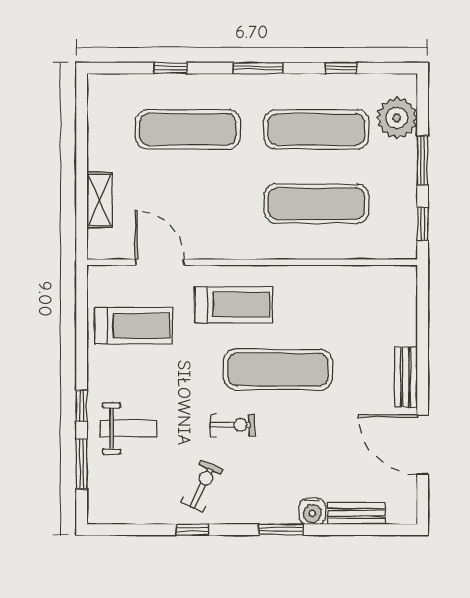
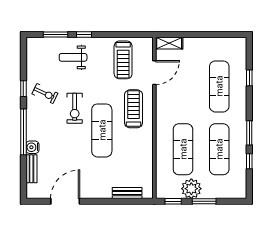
window: (258, 68) -> (249, 133), moved
plant: (397, 118) -> (191, 189), moved
shelving: (99, 200) -> (169, 43), moved
treadmill: (234, 305) -> (134, 109), turned 180
bench: (406, 377) -> (127, 193), moved
exercise bike: (232, 425) -> (75, 108), width x1.38, depth x1.39
weight bench: (128, 428) -> (73, 57), turned 90
window: (281, 530) -> (23, 132), width x2.11

